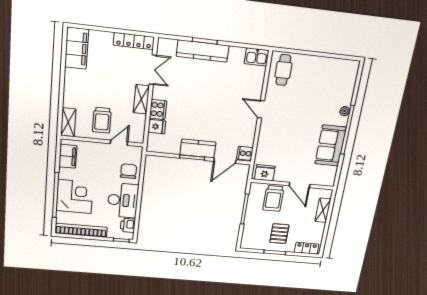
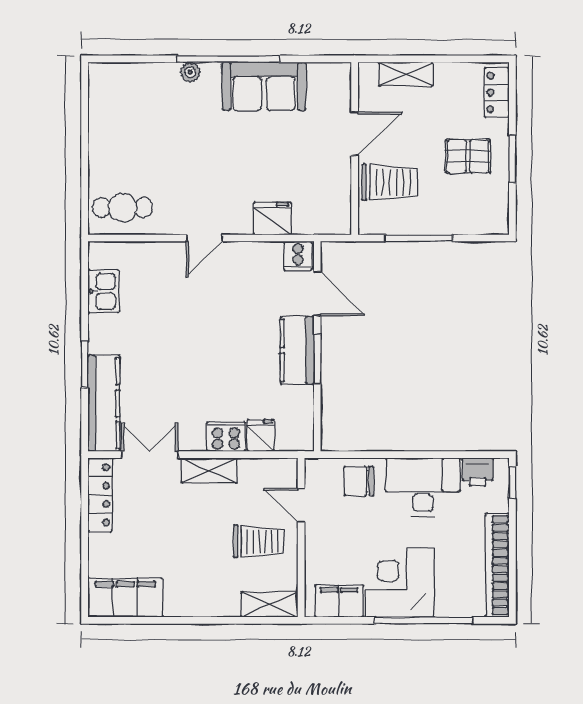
kitchen counter: (203, 51) -> (104, 403), moved
kitchen sink: (257, 57) -> (103, 291), moved
fridge: (265, 173) -> (273, 218), moved, turned 90
corner desk: (75, 197) -> (400, 583), moved

